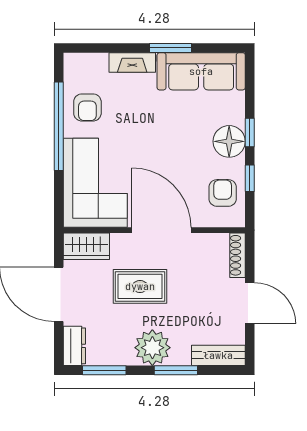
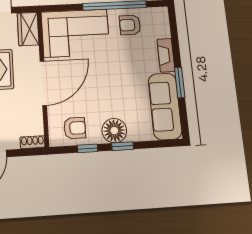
shoe rack: (238, 255) -> (32, 142), width x0.70

